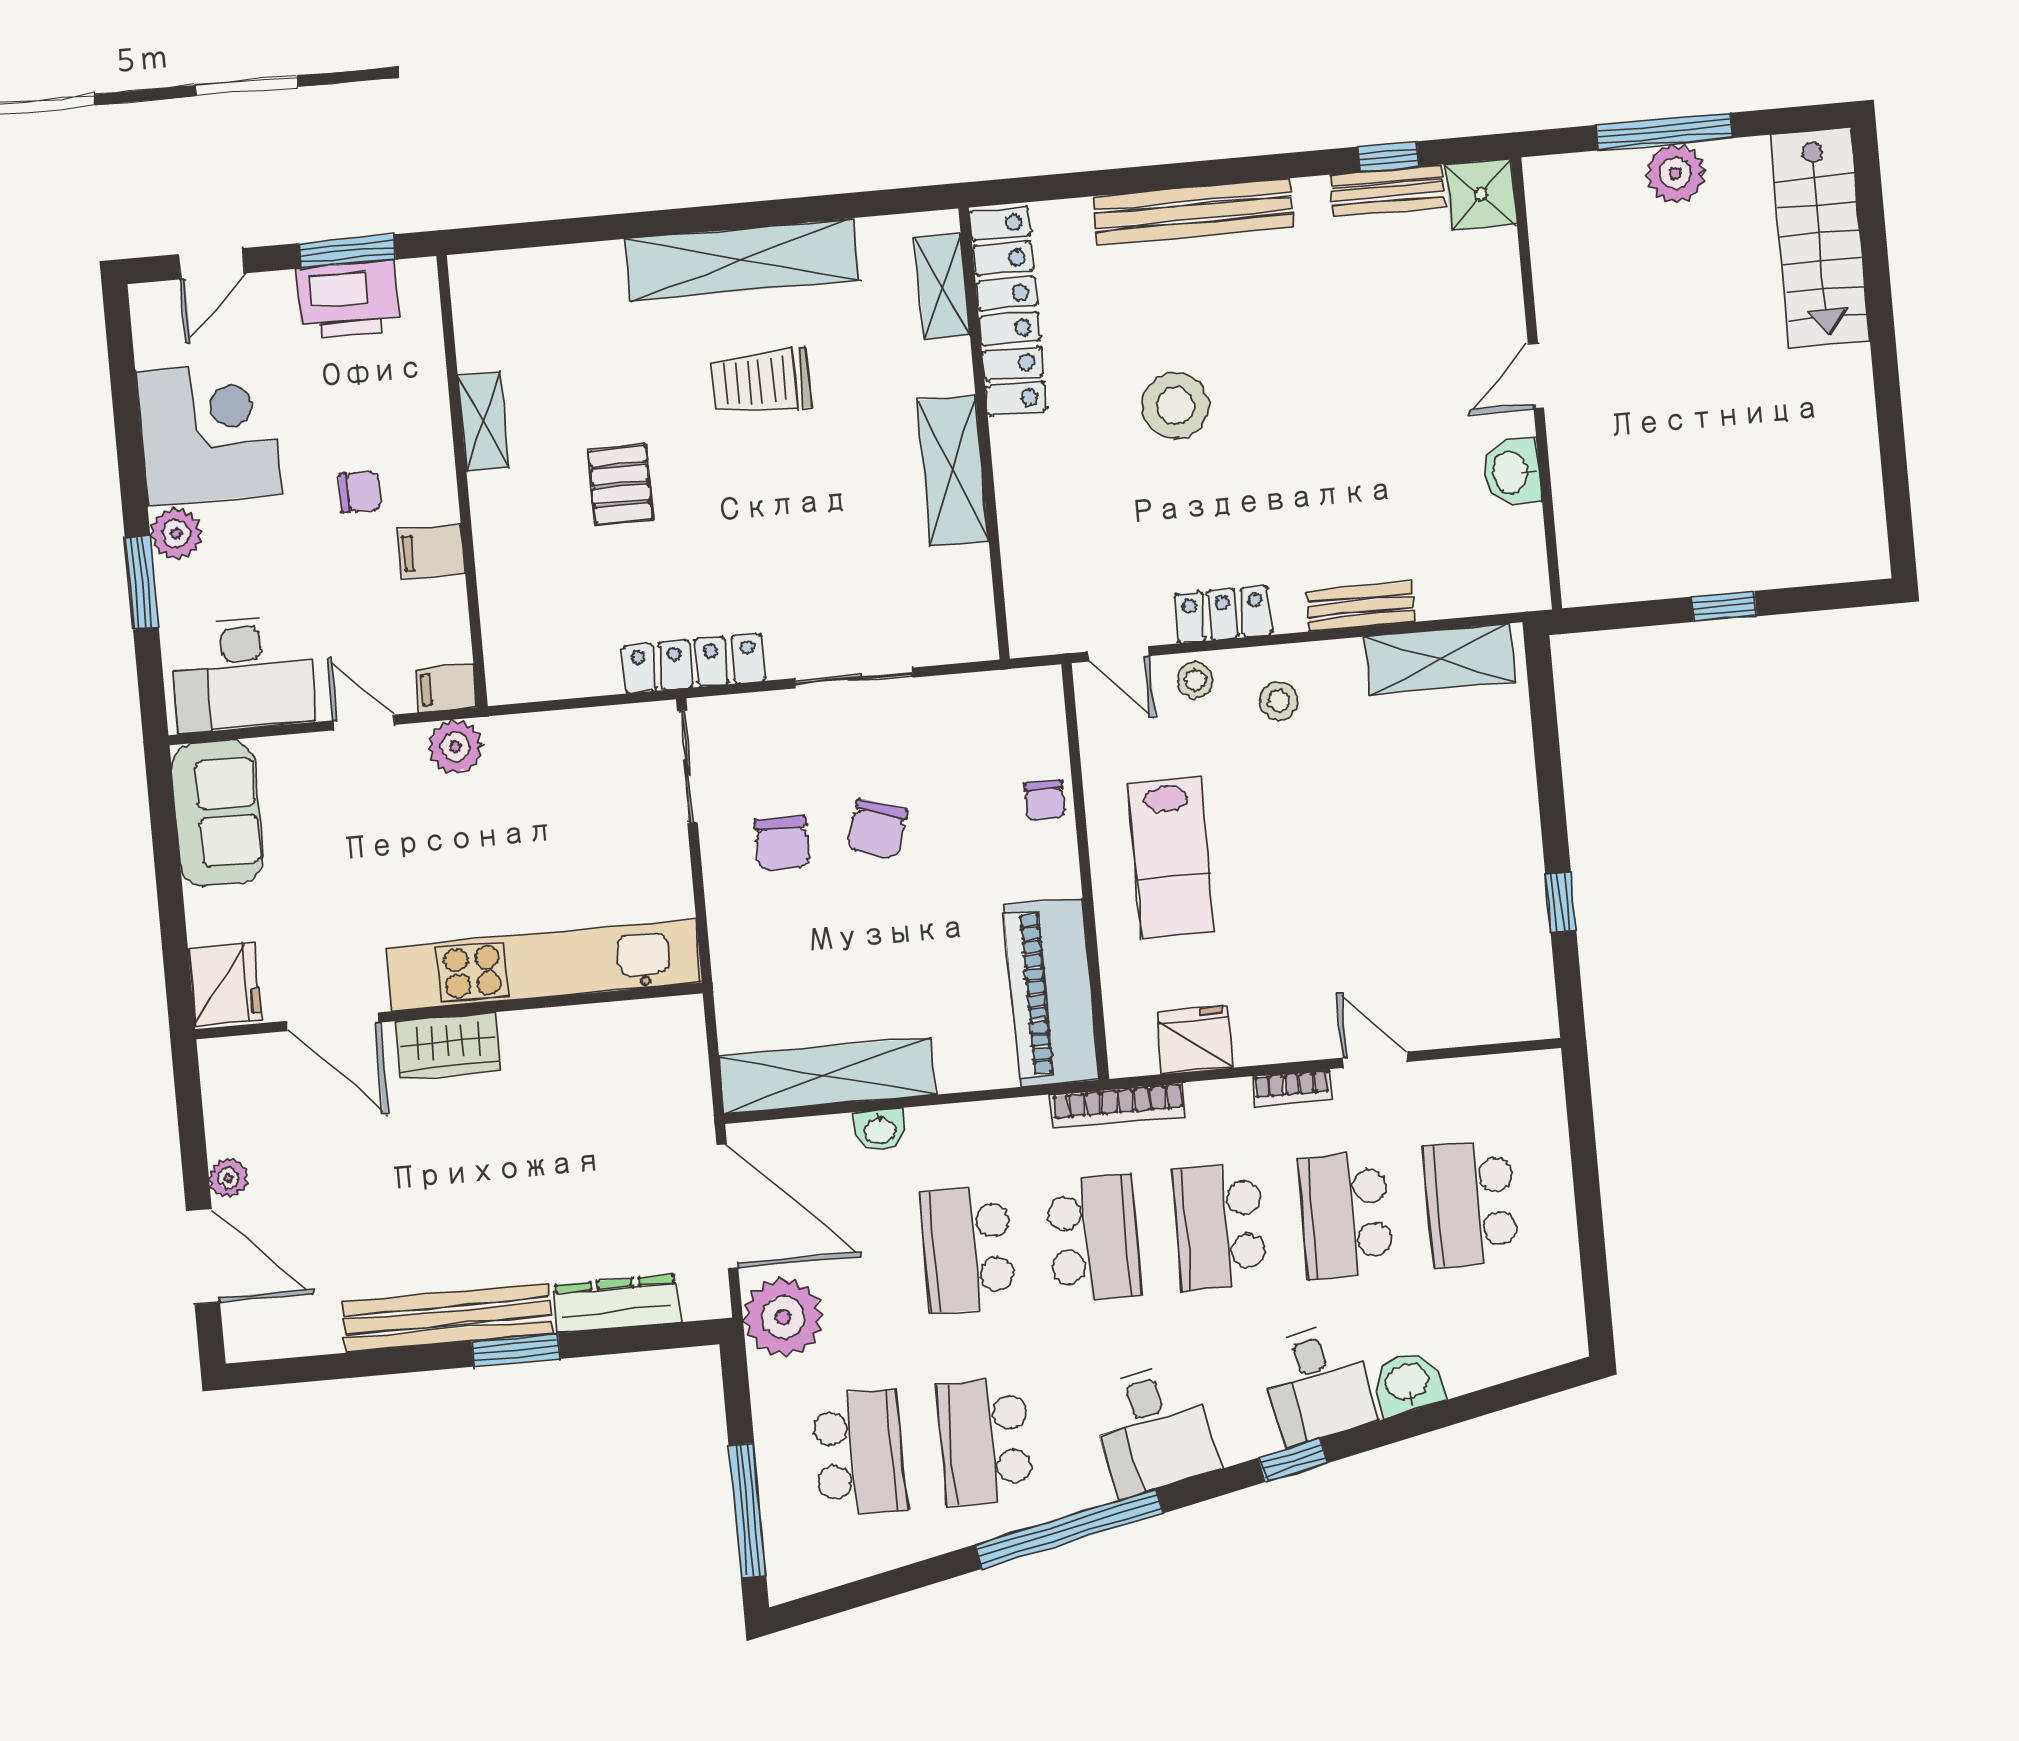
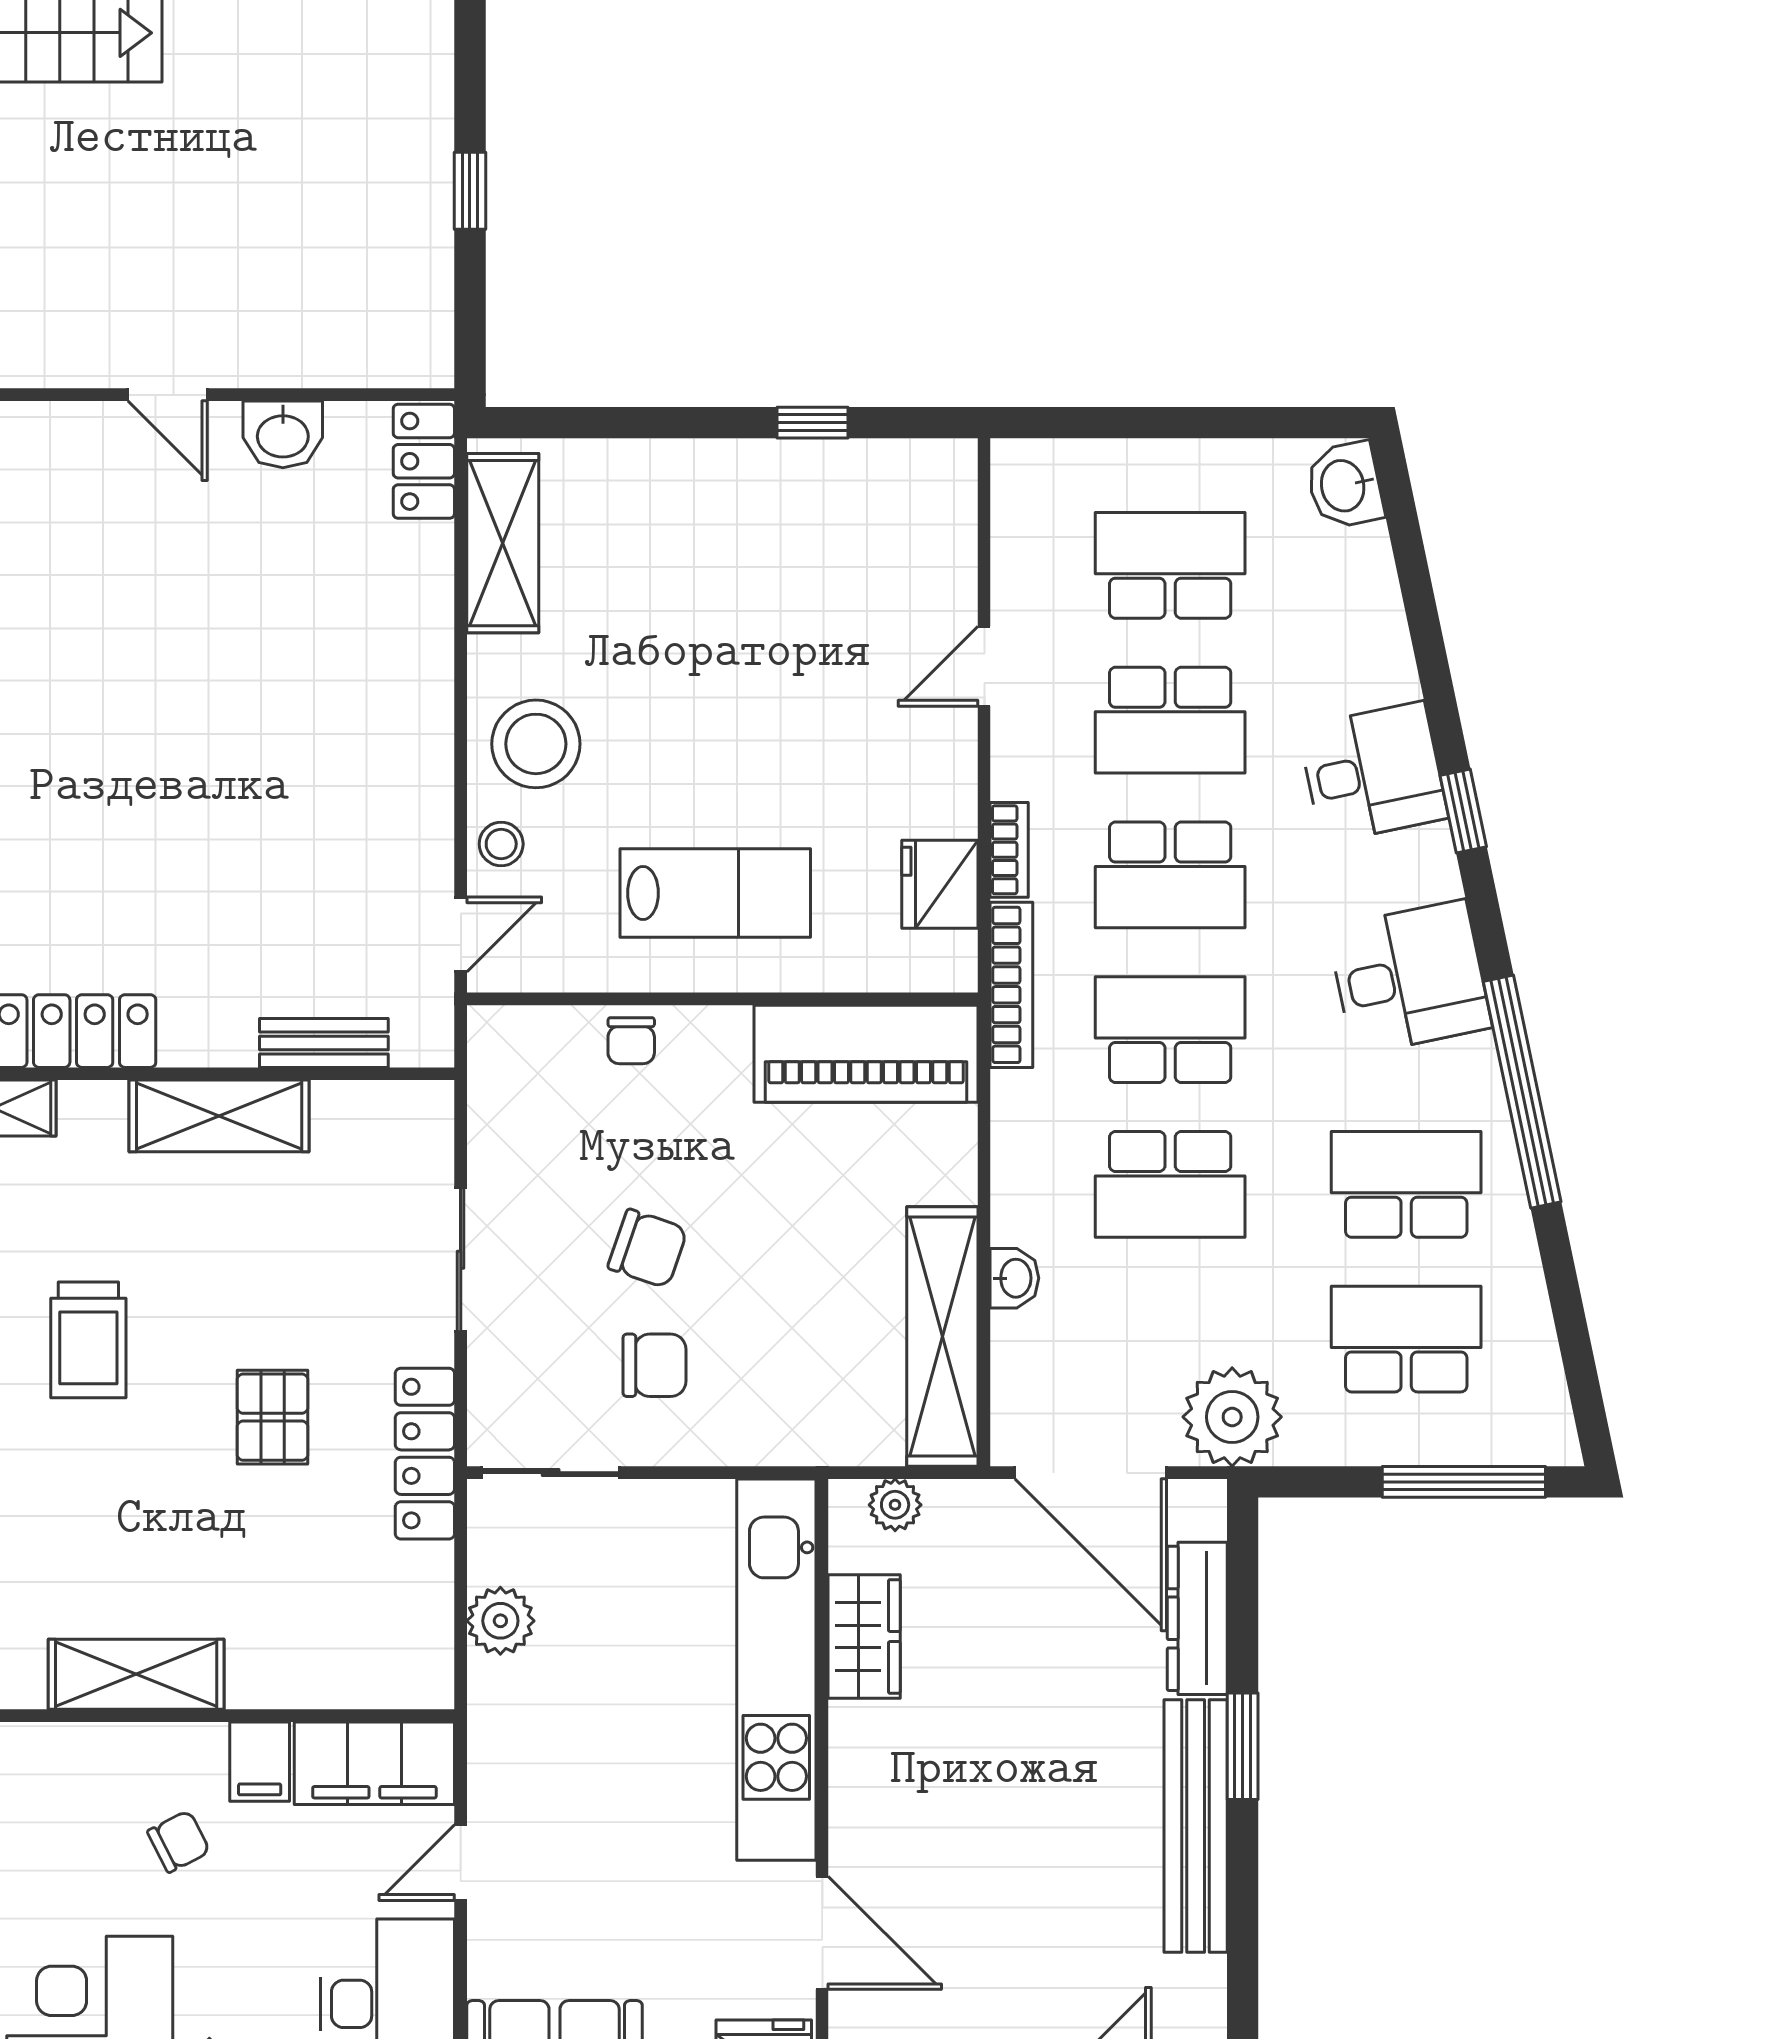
stool: (1175, 406) -> (164, 837), removed
shelving: (483, 422) -> (136, 1674), width x1.50, depth x1.33
pallet: (621, 485) -> (272, 1417), moved, turned 90
chair: (360, 492) -> (179, 1841), turned 63
bench: (1361, 607) -> (324, 1043), moved, turned 90
locker: (1223, 614) -> (424, 461), moved
filing cabinet: (447, 688) -> (374, 1763), width x3.00, depth x1.17
stool: (1279, 701) -> (536, 744), width x1.89, depth x1.89
plant: (455, 747) -> (500, 1621), moved
chair: (1045, 800) -> (631, 1041), turned 90
door: (333, 1022) -> (822, 1933), hinge flipped
wardrobe: (448, 1046) -> (864, 1636), moved
plant: (687, 1049) -> (895, 1505), added
bookcase: (1292, 1088) -> (1009, 850), moved
school desk: (1471, 1204) -> (1170, 565), turned 180
door: (727, 1206) -> (1091, 1473), swing flipped
washbasin: (1407, 1383) -> (1345, 485), moved
school desk: (985, 1442) -> (1406, 1184), turned 180

